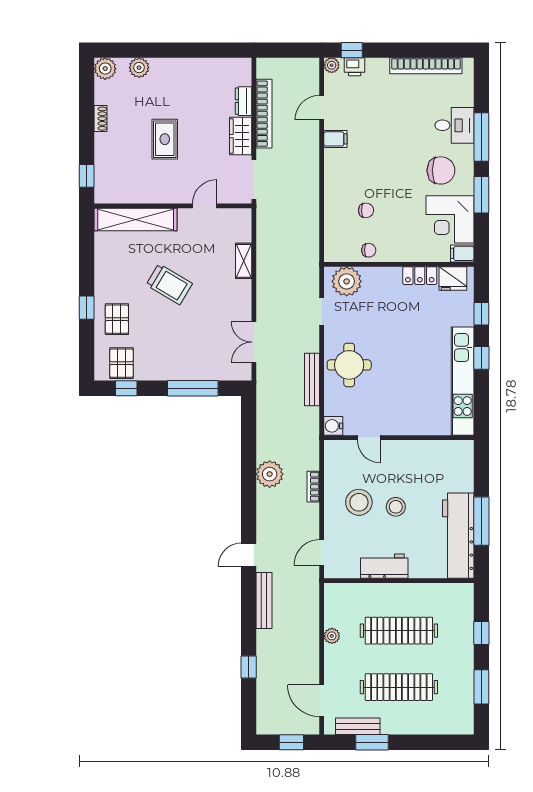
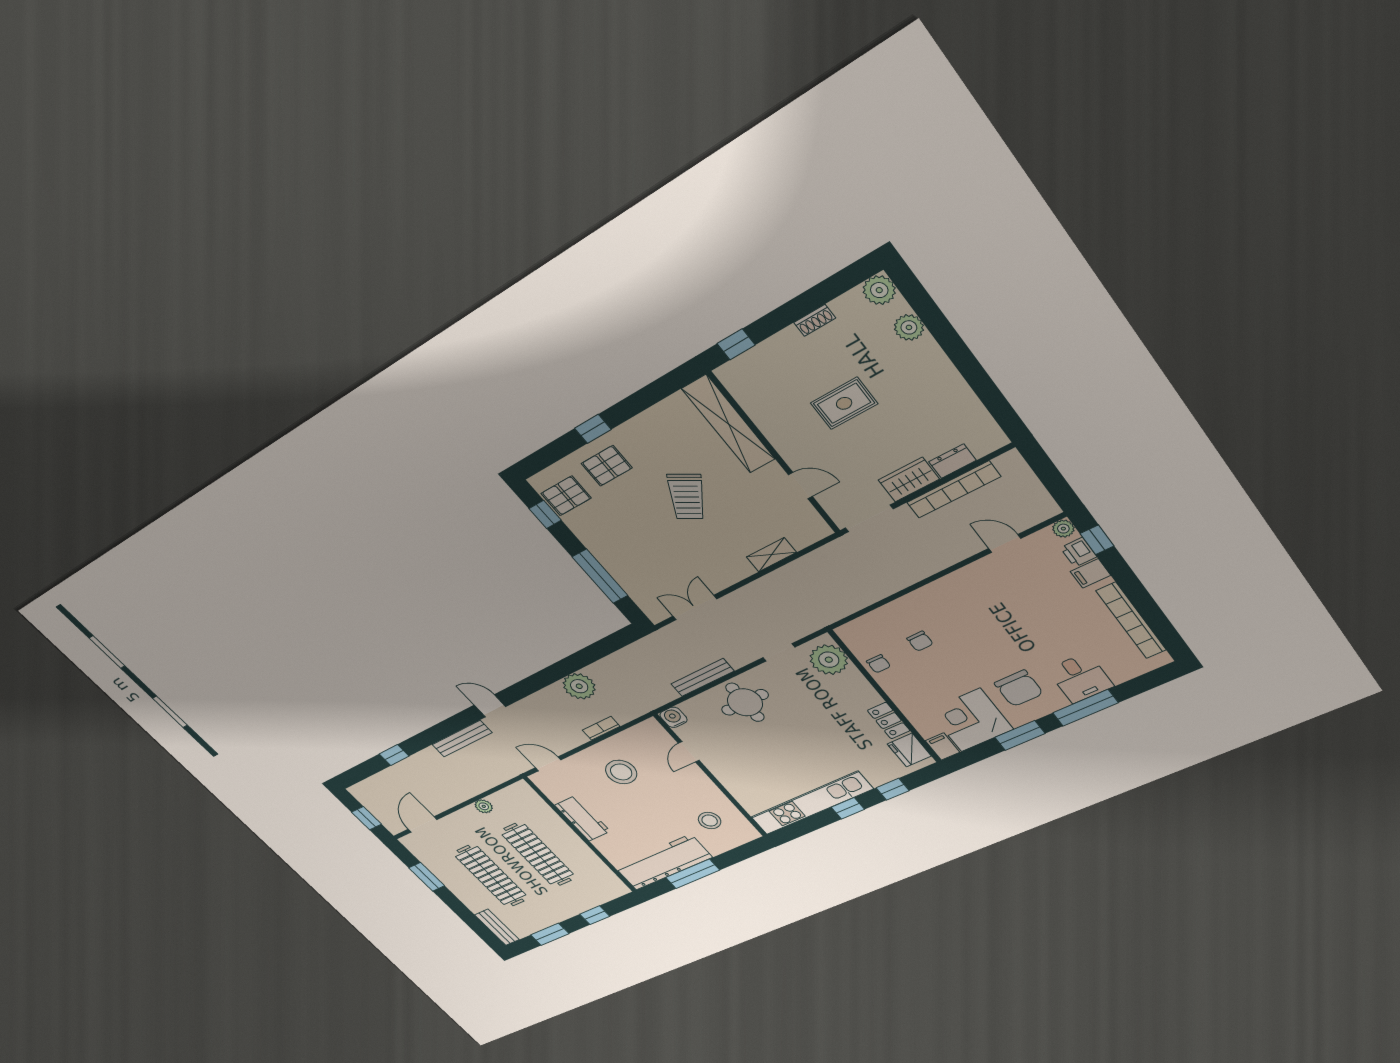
filing cabinet: (335, 139) -> (1091, 573), moved, turned 90
stool: (396, 507) -> (710, 821), moved
bench: (358, 726) -> (497, 927), moved

